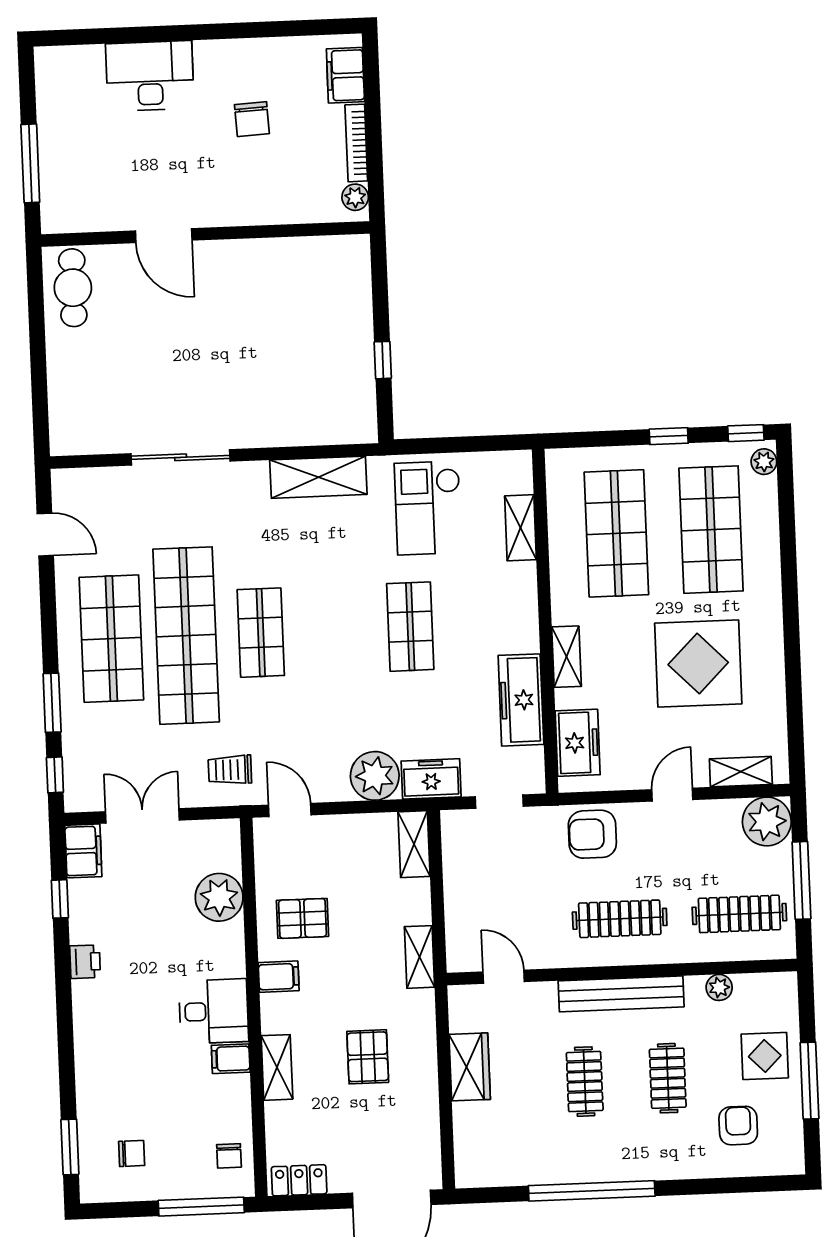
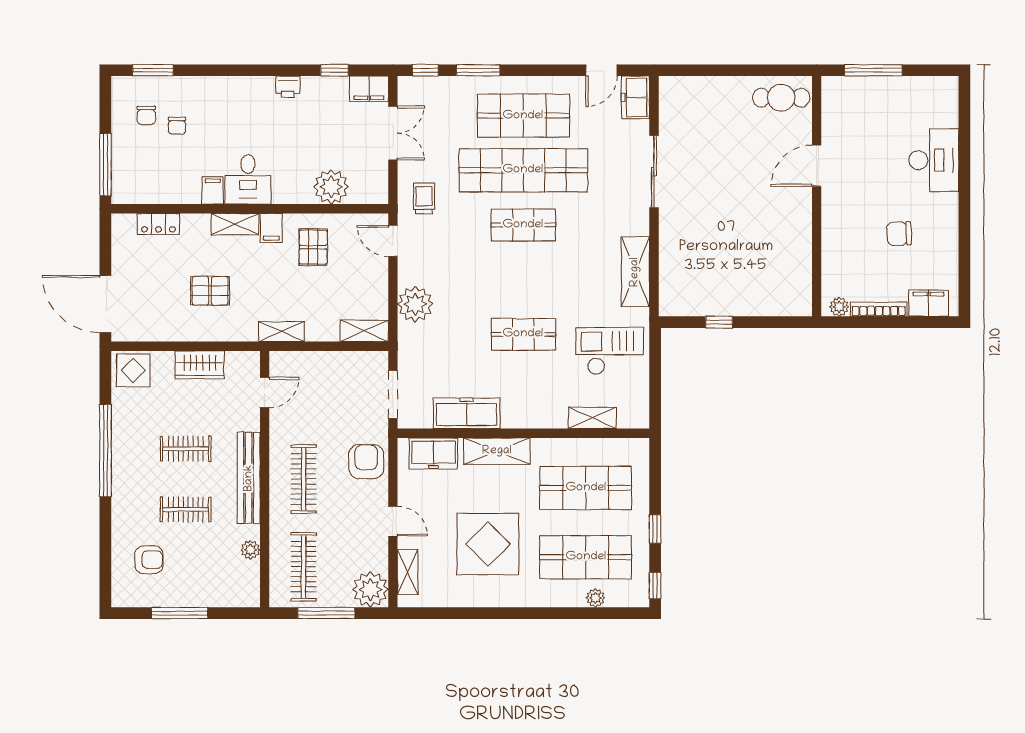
plant: (764, 462) -> (595, 598), moved
shelving: (566, 657) -> (497, 451), width x1.50, depth x1.33
freezer: (431, 779) -> (635, 97), moved, turned 180
doorway: (499, 802) -> (393, 394), width x1.38
door: (290, 810) -> (393, 241), swing flipped
display table: (765, 1056) -> (133, 370), moved
shelving: (277, 1067) -> (235, 224), moved
chair: (229, 1156) -> (177, 126), moved, turned -90
locker: (299, 1180) -> (158, 224), moved, turned 90

